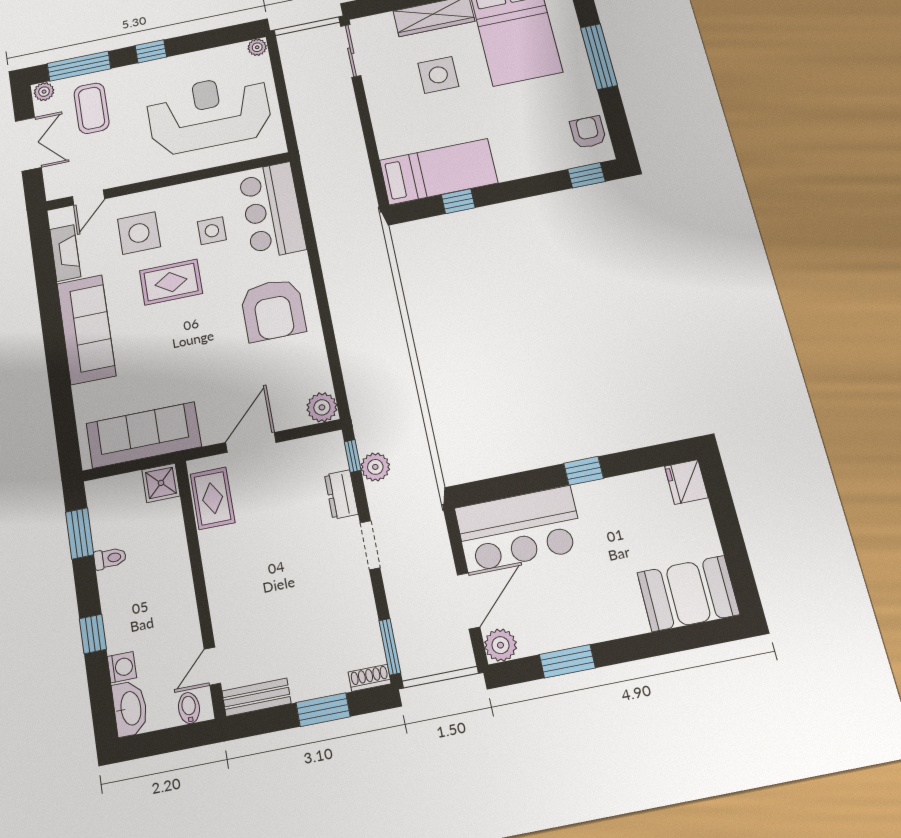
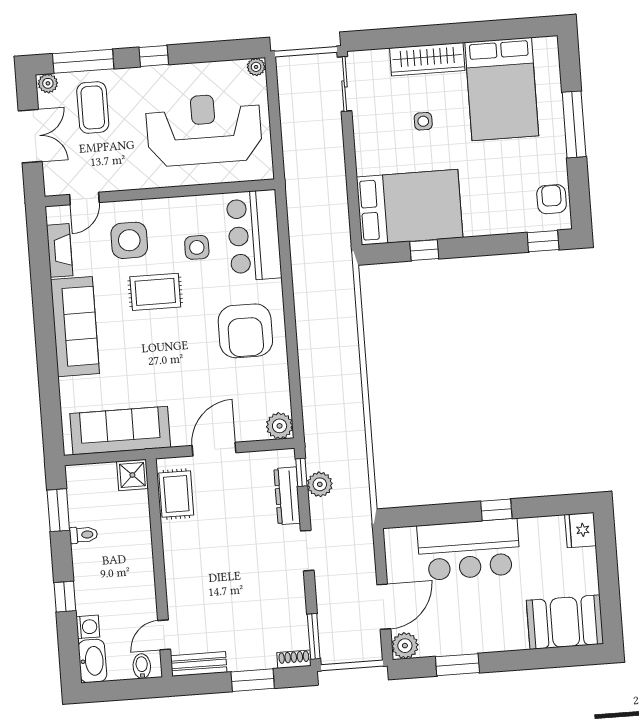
side table: (438, 75) -> (423, 121), width x0.54, depth x0.54
bed: (438, 172) -> (410, 207), width x1.50
dresser: (341, 494) -> (287, 496), width x1.44
bar counter: (519, 529) -> (469, 550), moved

